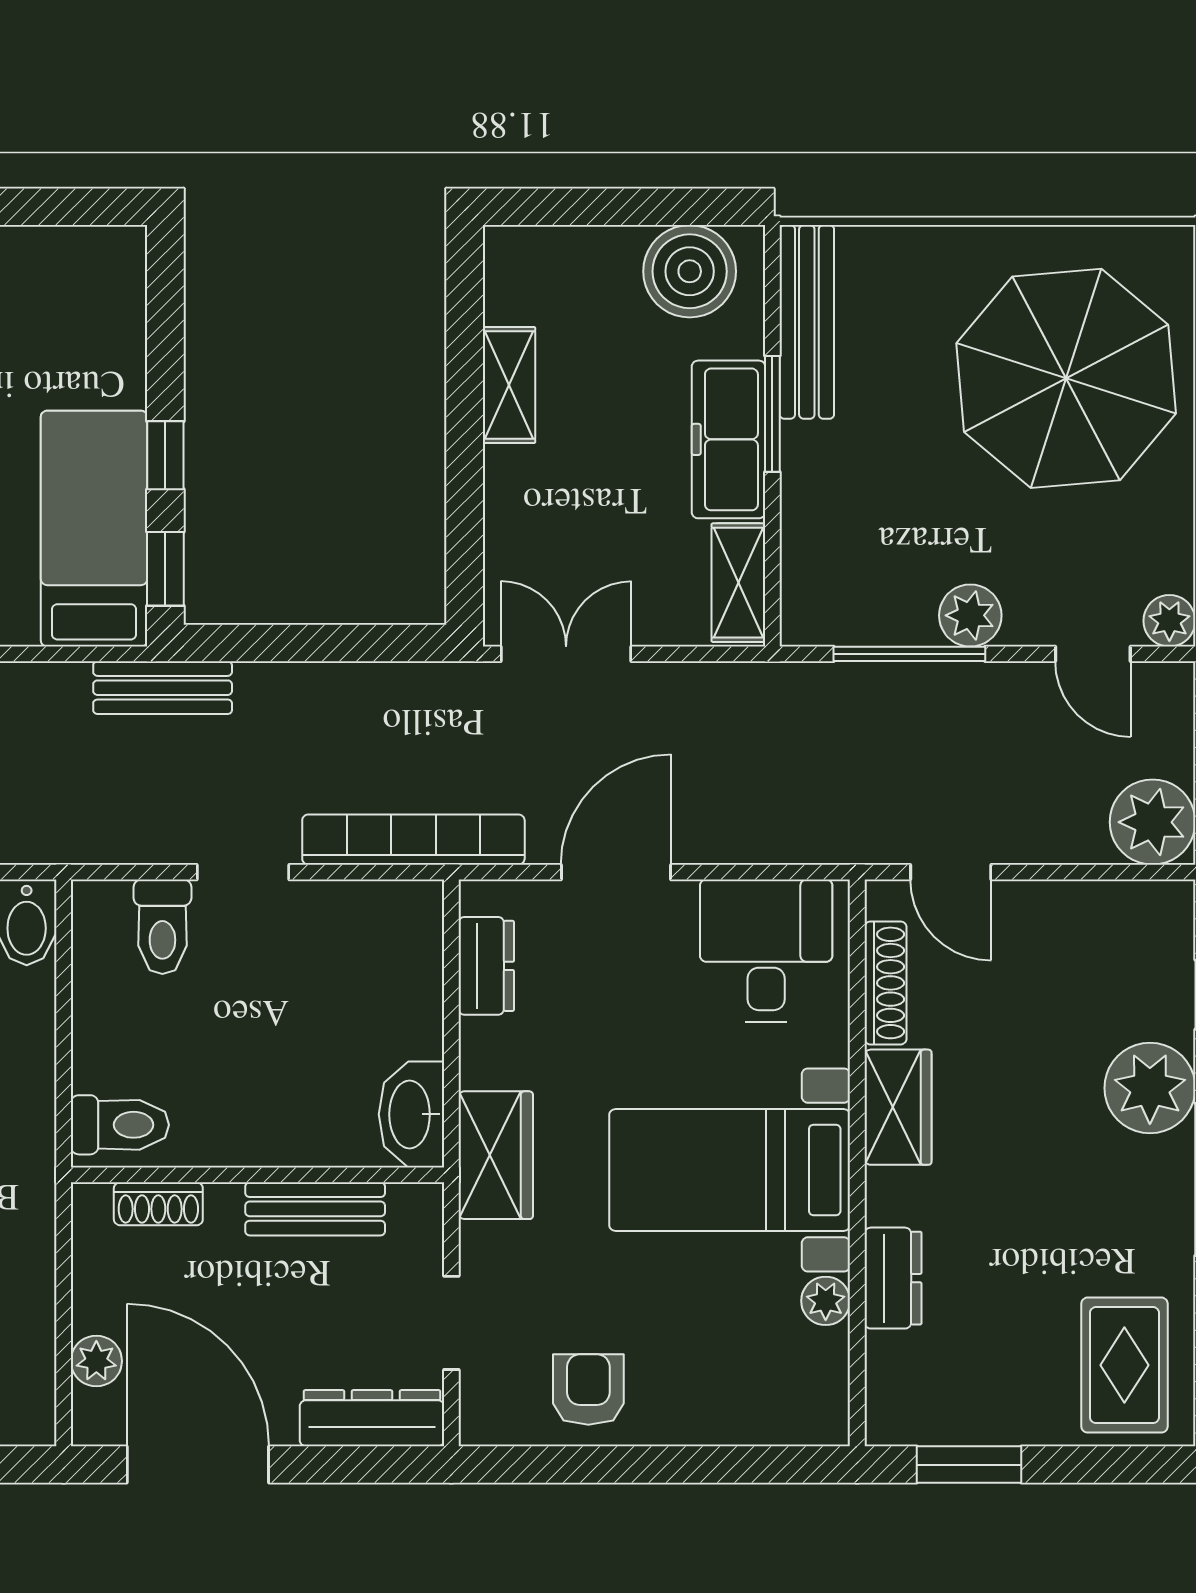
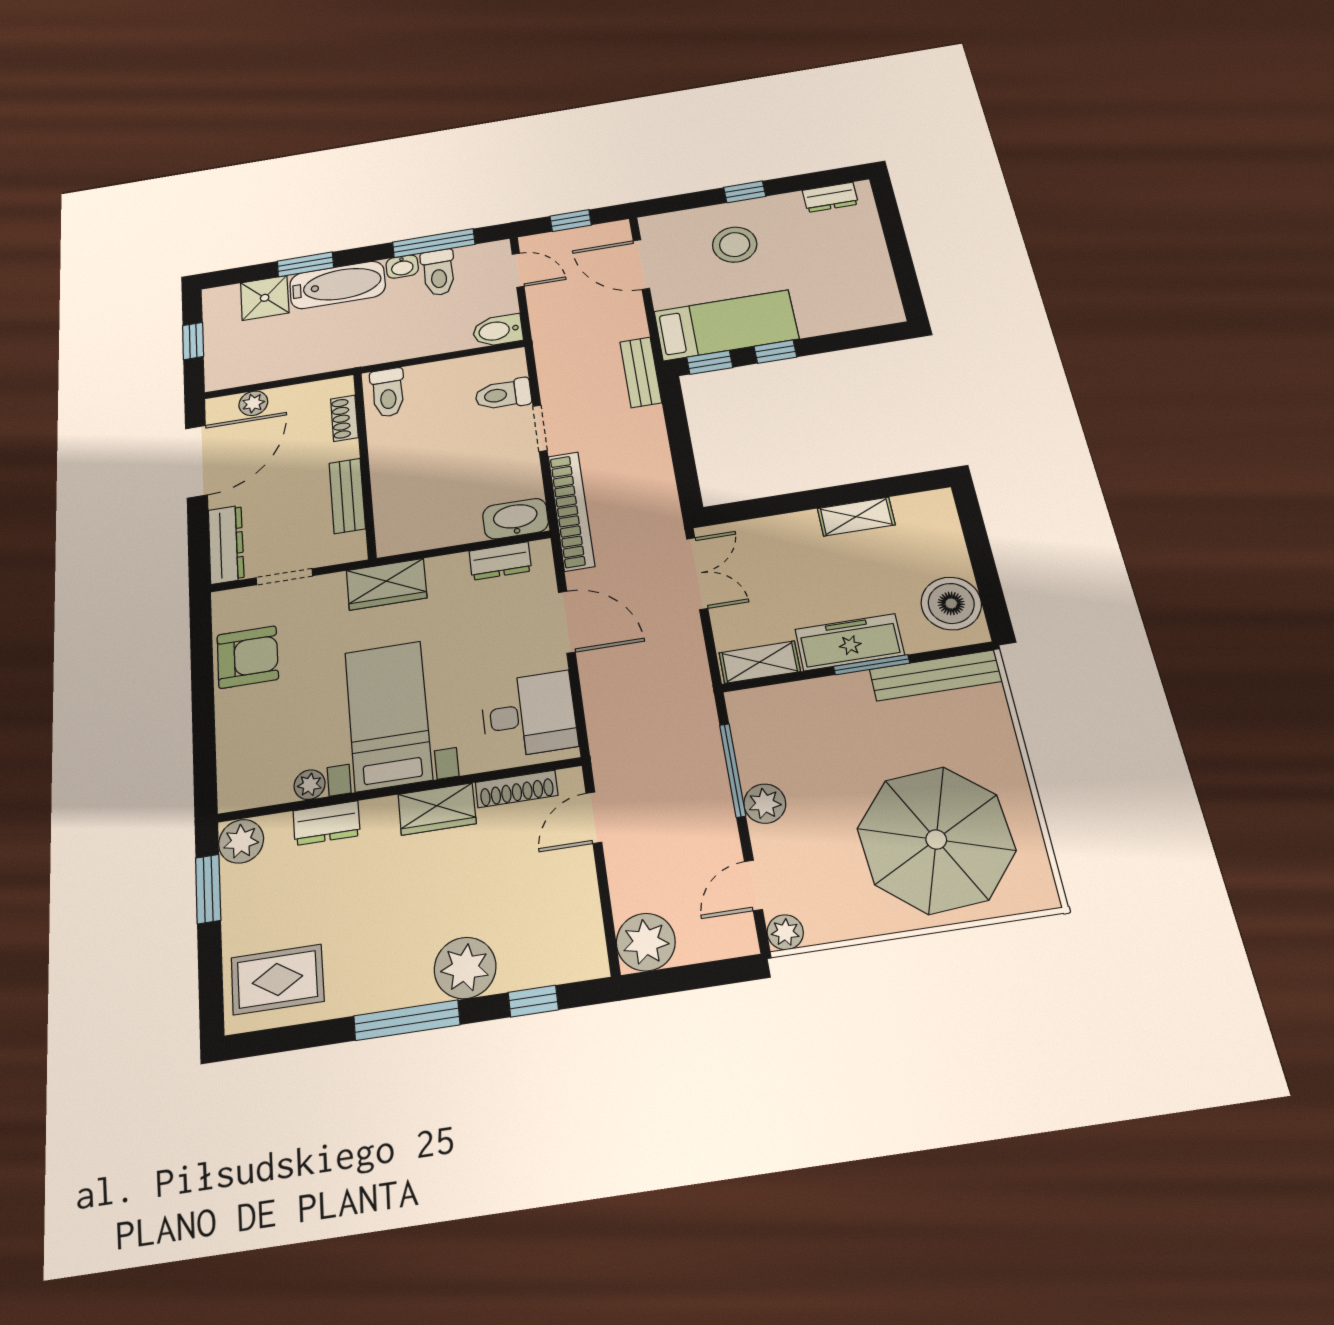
washbasin: (412, 1114) -> (516, 519), moved
armchair: (588, 1389) -> (248, 657), width x1.38, depth x1.38
plant: (901, 1411) -> (241, 841), added

